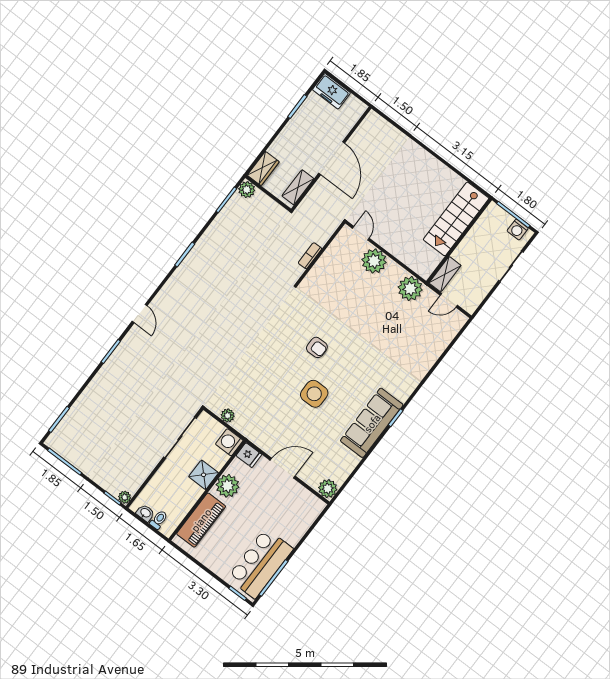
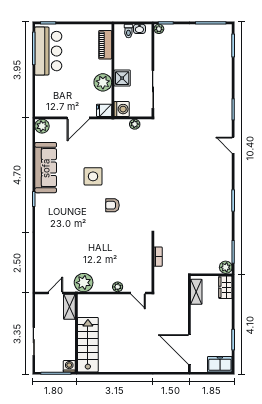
door: (332, 158) -> (189, 349), moved
washing machine: (518, 230) -> (69, 366), moved
plant: (374, 261) -> (118, 287), width x0.53, depth x0.53
sofa: (372, 423) -> (46, 168), moved
piano: (201, 520) -> (105, 45), width x0.73, depth x0.75

